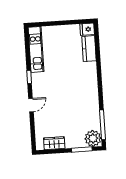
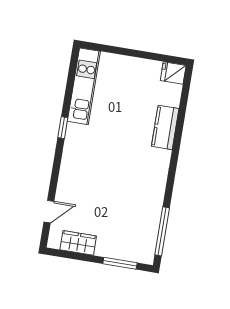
kitchen counter: (89, 49) -> (165, 127), moved
door: (31, 105) -> (49, 212), moved
plant: (93, 138) -> (142, 250), removed

